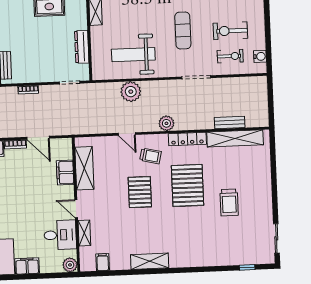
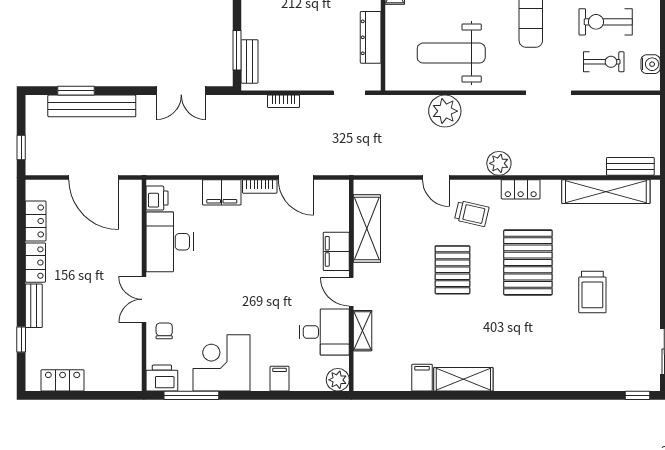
bench: (230, 123) -> (630, 166), moved
locker: (187, 139) -> (521, 189), width x0.66
filing cabinet: (65, 173) -> (336, 251), moved
filing cabinet: (103, 262) -> (422, 378), moved
filing cabinet: (27, 266) -> (280, 379), width x0.50
window: (247, 267) -> (638, 395), moved

